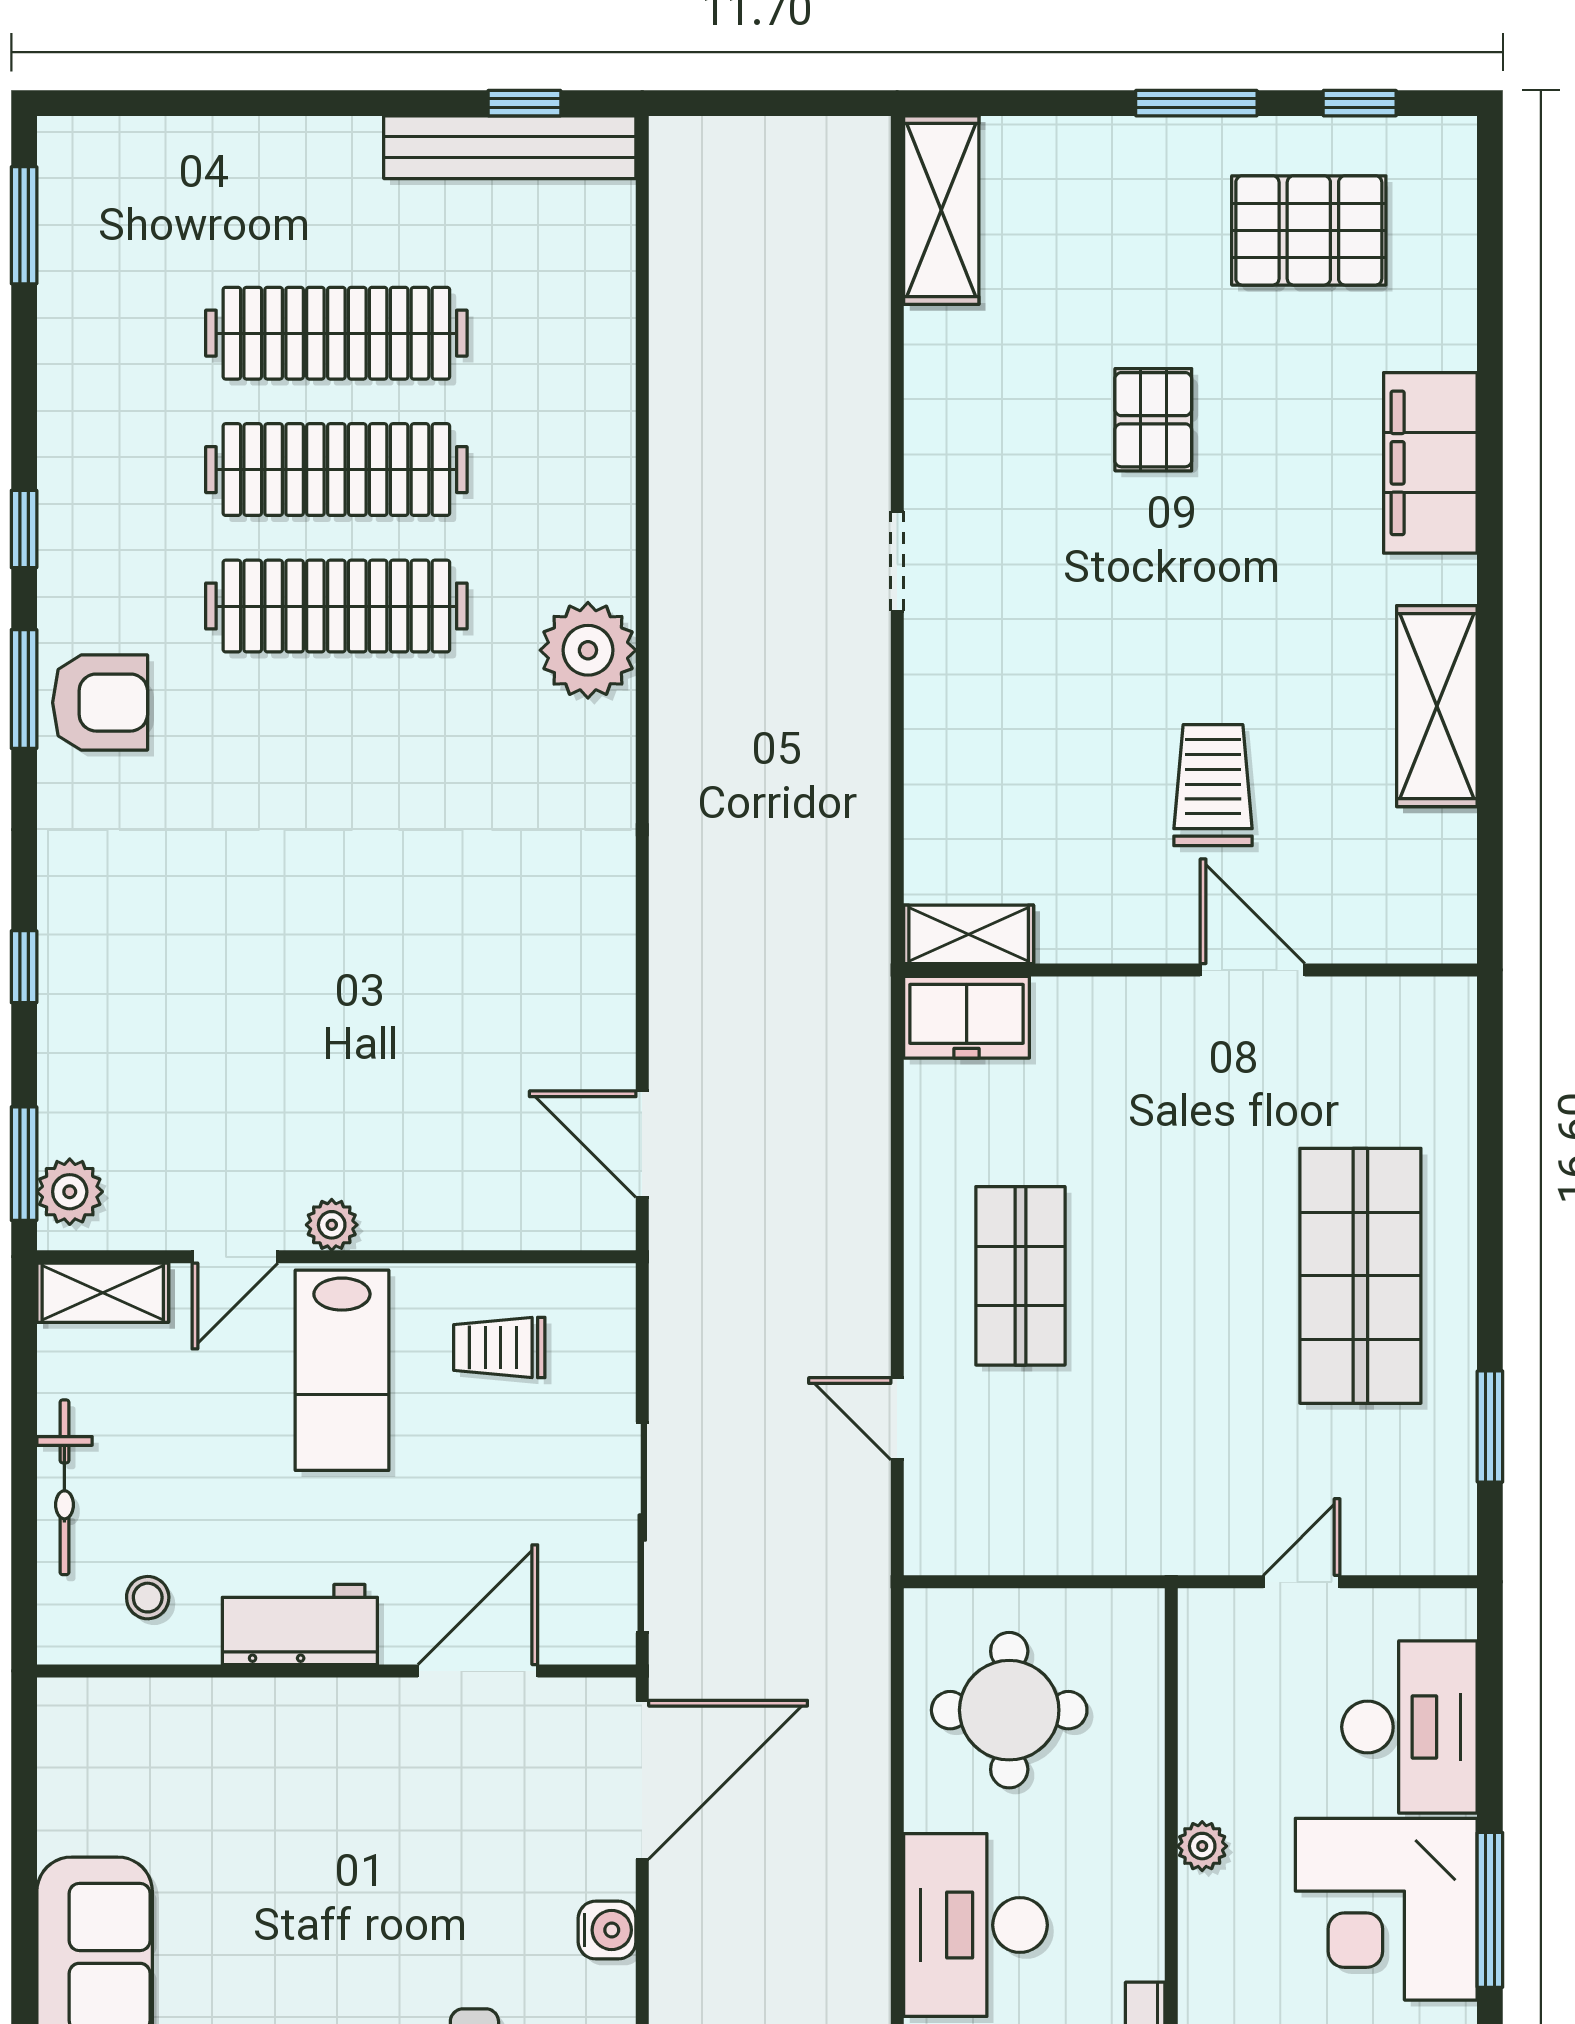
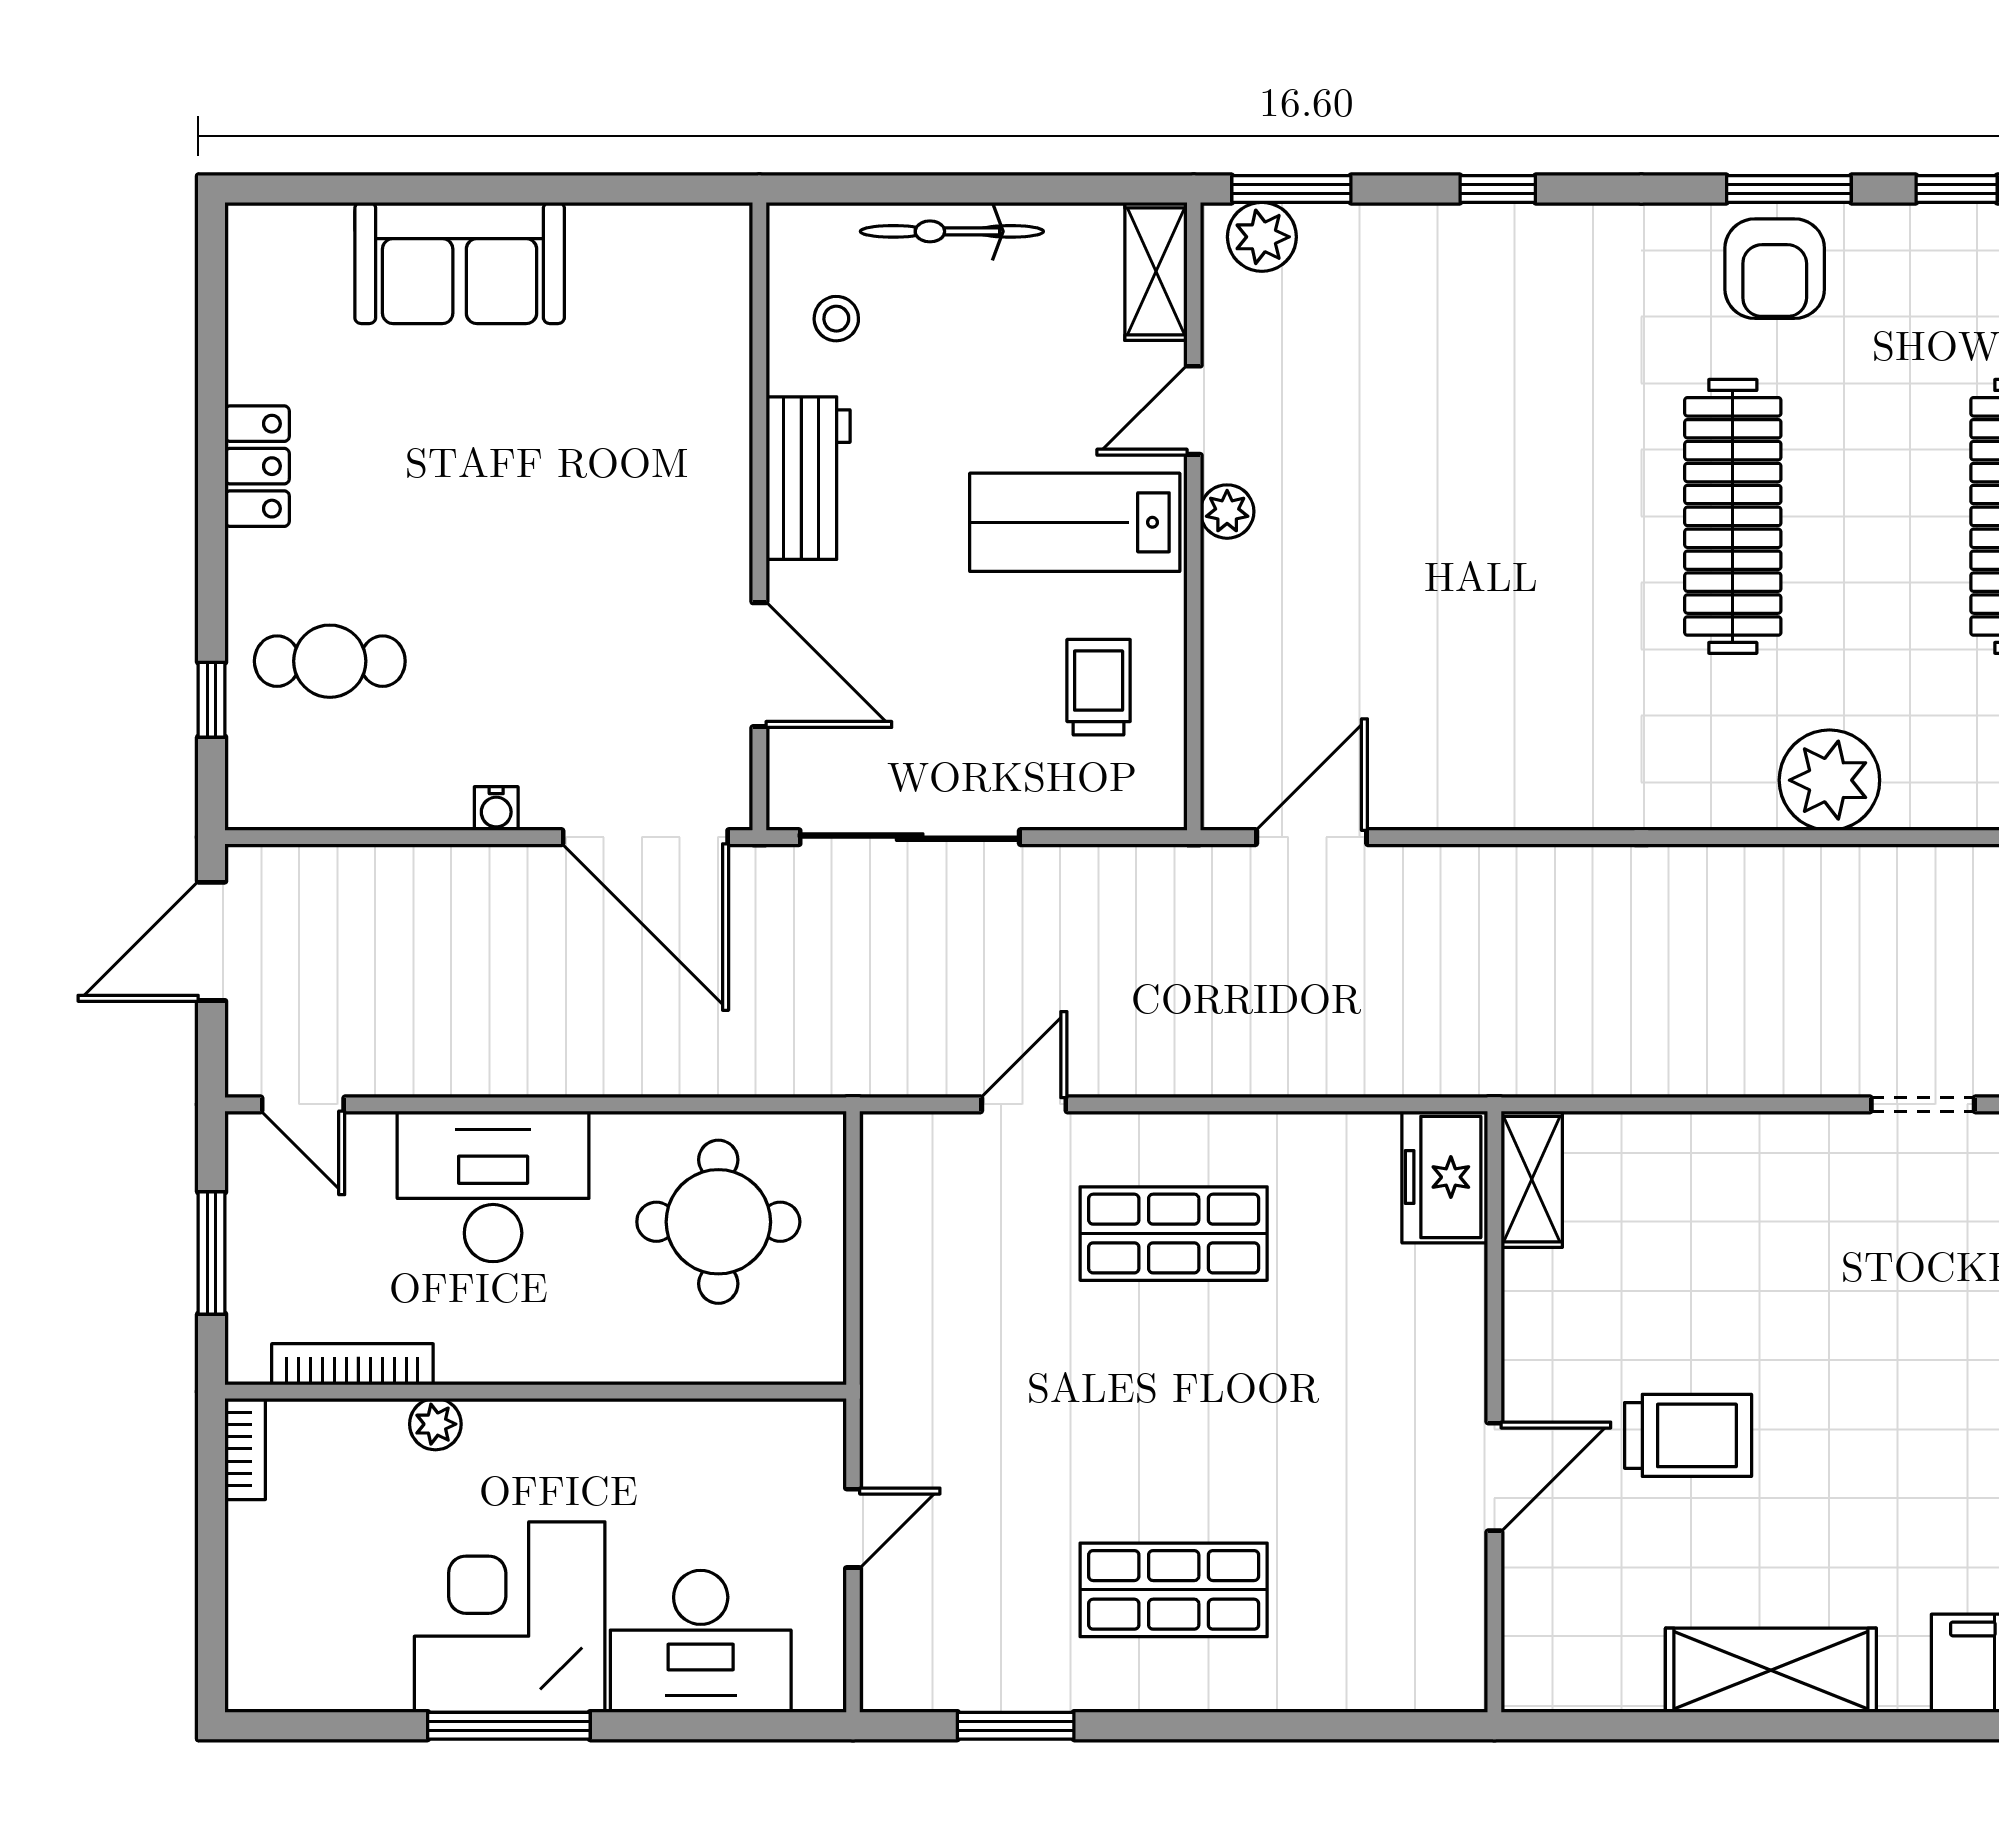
clothes rail: (336, 606) -> (1733, 516), moved
door: (235, 1257) -> (1194, 410), hinge flipped
shop shelf: (1360, 1276) -> (1174, 1590), width x0.70, depth x0.74
door: (1302, 1582) -> (853, 1528), hinge flipped
plant: (1202, 1846) -> (435, 1424), moved
water cooler: (607, 1930) -> (496, 809), width x0.72, depth x0.72

